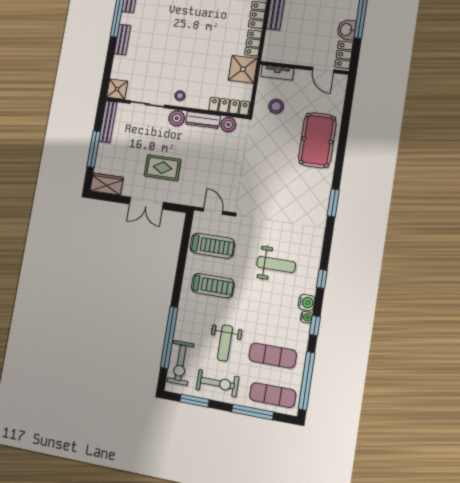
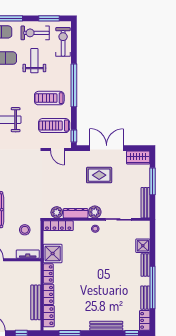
shower: (117, 89) -> (143, 246), moved
double door: (146, 203) -> (107, 148), width x1.37
window: (187, 227) -> (74, 136), added
window: (169, 337) -> (74, 85), moved

